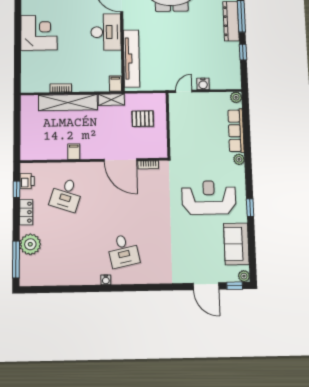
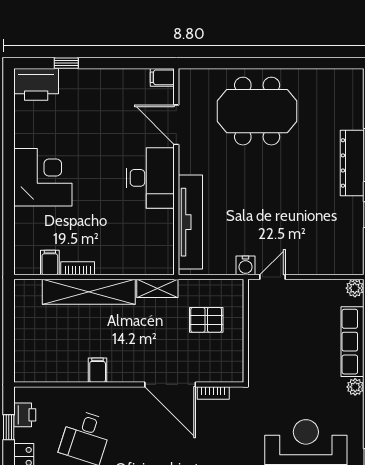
filing cabinet: (115, 84) -> (50, 263), moved
water cooler: (203, 84) -> (246, 265), moved

